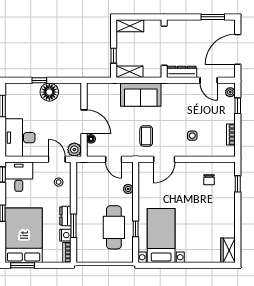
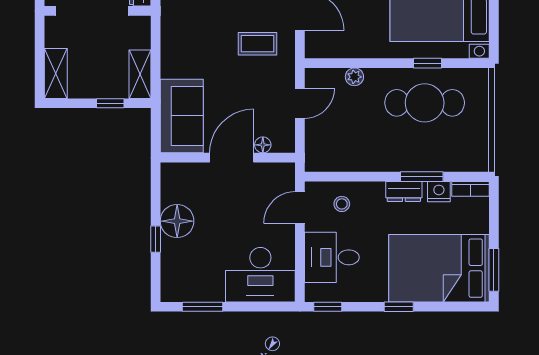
sofa: (141, 95) -> (182, 116), moved
plant: (74, 150) -> (282, 175), removed
desk: (19, 177) -> (332, 257), moved

